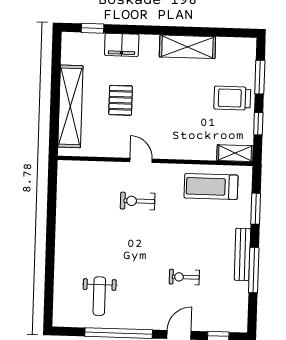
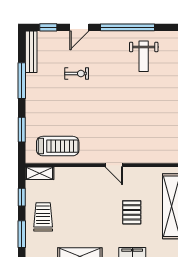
trolley: (232, 98) -> (43, 217), turned -90
exercise bike: (138, 201) -> (116, 133), removed
bench: (242, 254) -> (31, 52), moved
weight bench: (99, 296) -> (144, 56), turned 180

